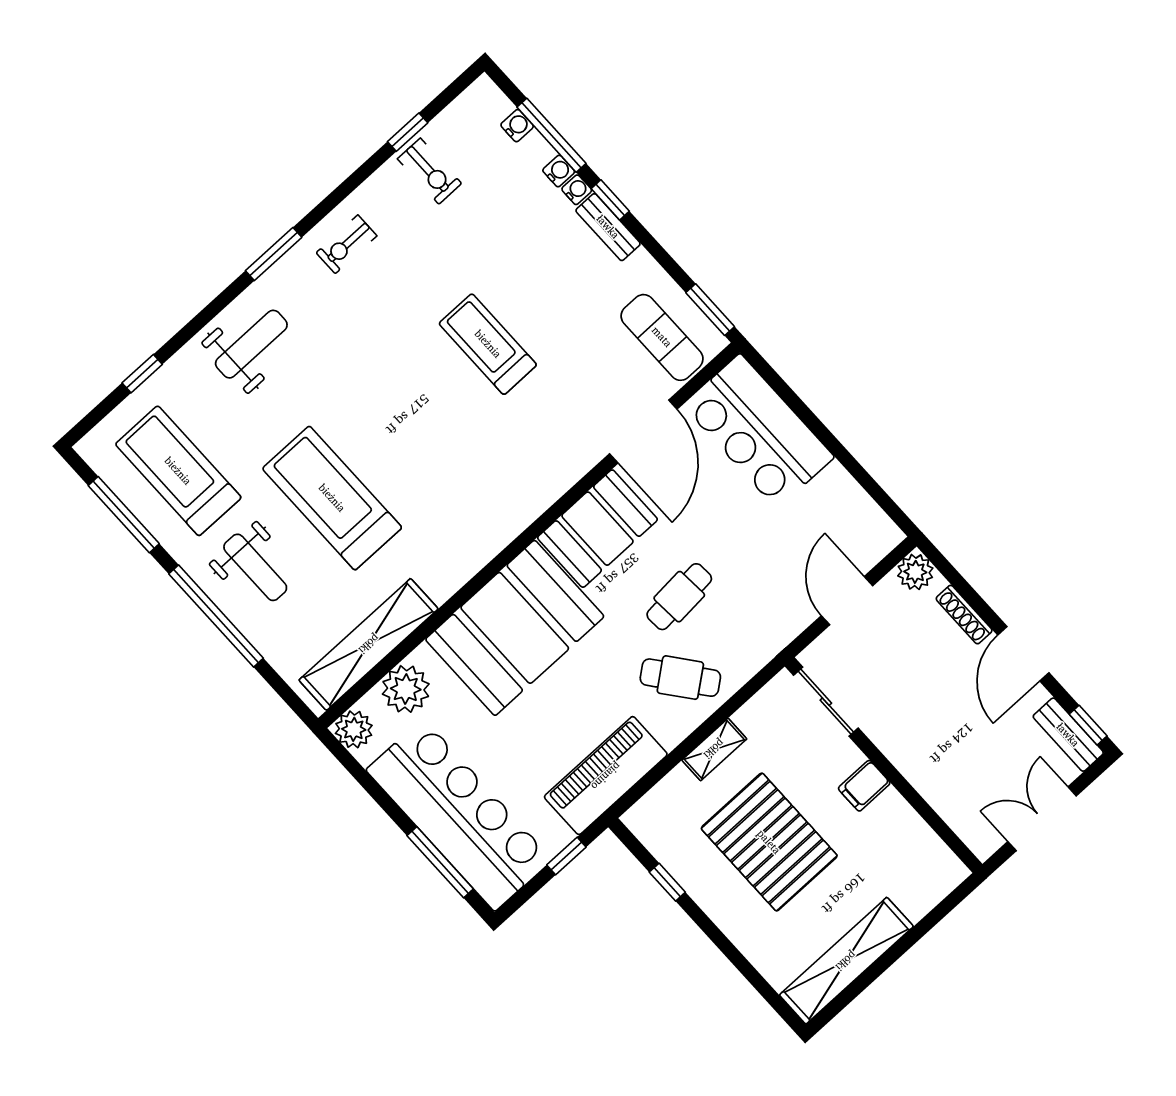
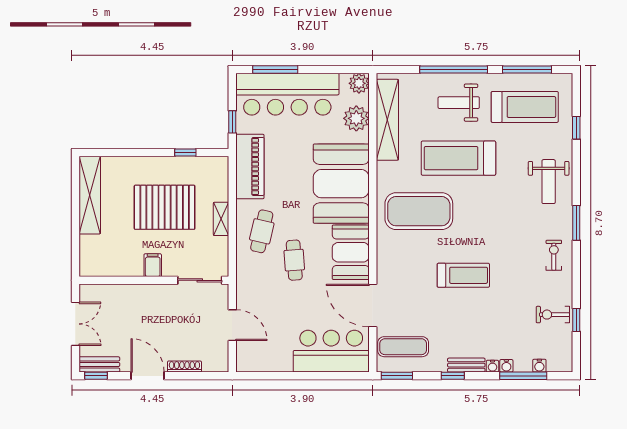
window: (610, 200) -> (453, 376), moved
exercise mat: (455, 486) -> (419, 211), added
treadmill: (332, 498) -> (458, 158), turned 180
plant: (915, 572) -> (219, 363), removed
cafe table: (680, 678) -> (262, 231), turned -39

